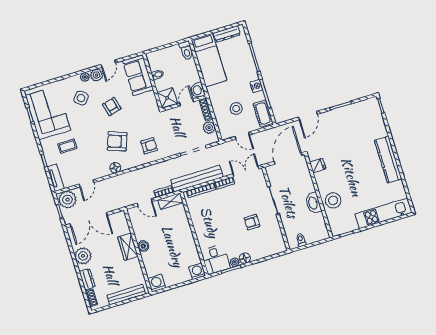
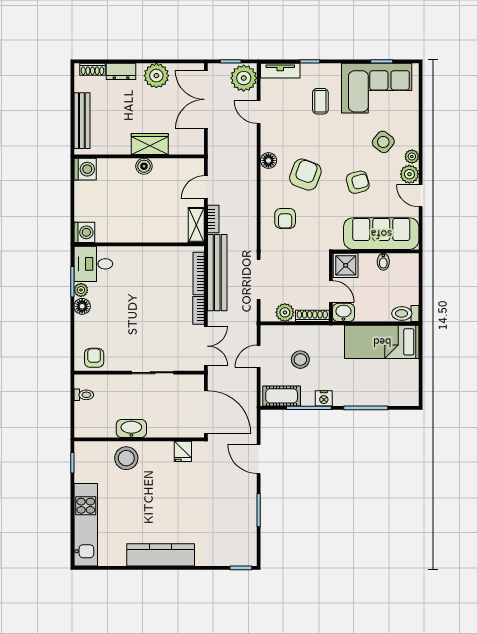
dresser: (227, 34) -> (411, 379), removed
sofa: (138, 75) -> (381, 234), width x1.36
armchair: (252, 222) -> (94, 358), moved

